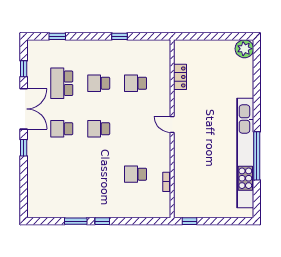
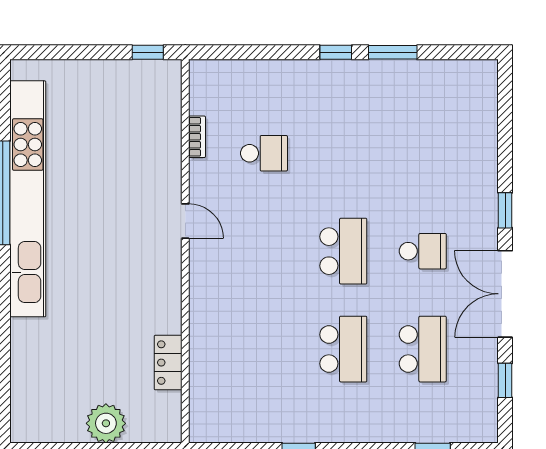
plant: (244, 49) -> (106, 423), moved
school desk: (99, 83) -> (343, 349), width x1.85
school desk: (136, 83) -> (264, 349), removed
door: (172, 124) -> (185, 221), moved
school desk: (99, 129) -> (343, 251), width x1.85

